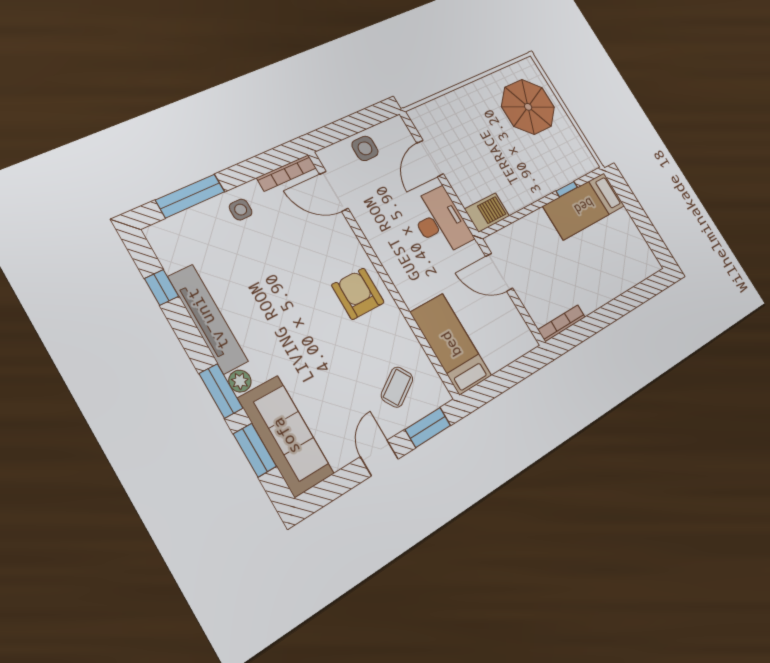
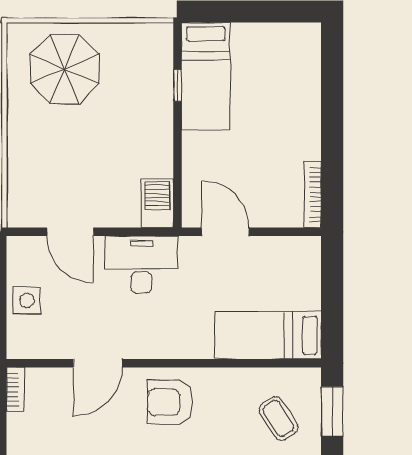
bookcase: (286, 173) -> (15, 389), width x0.64
door: (334, 191) -> (98, 363), moved
door: (499, 272) -> (225, 232), swing flipped

